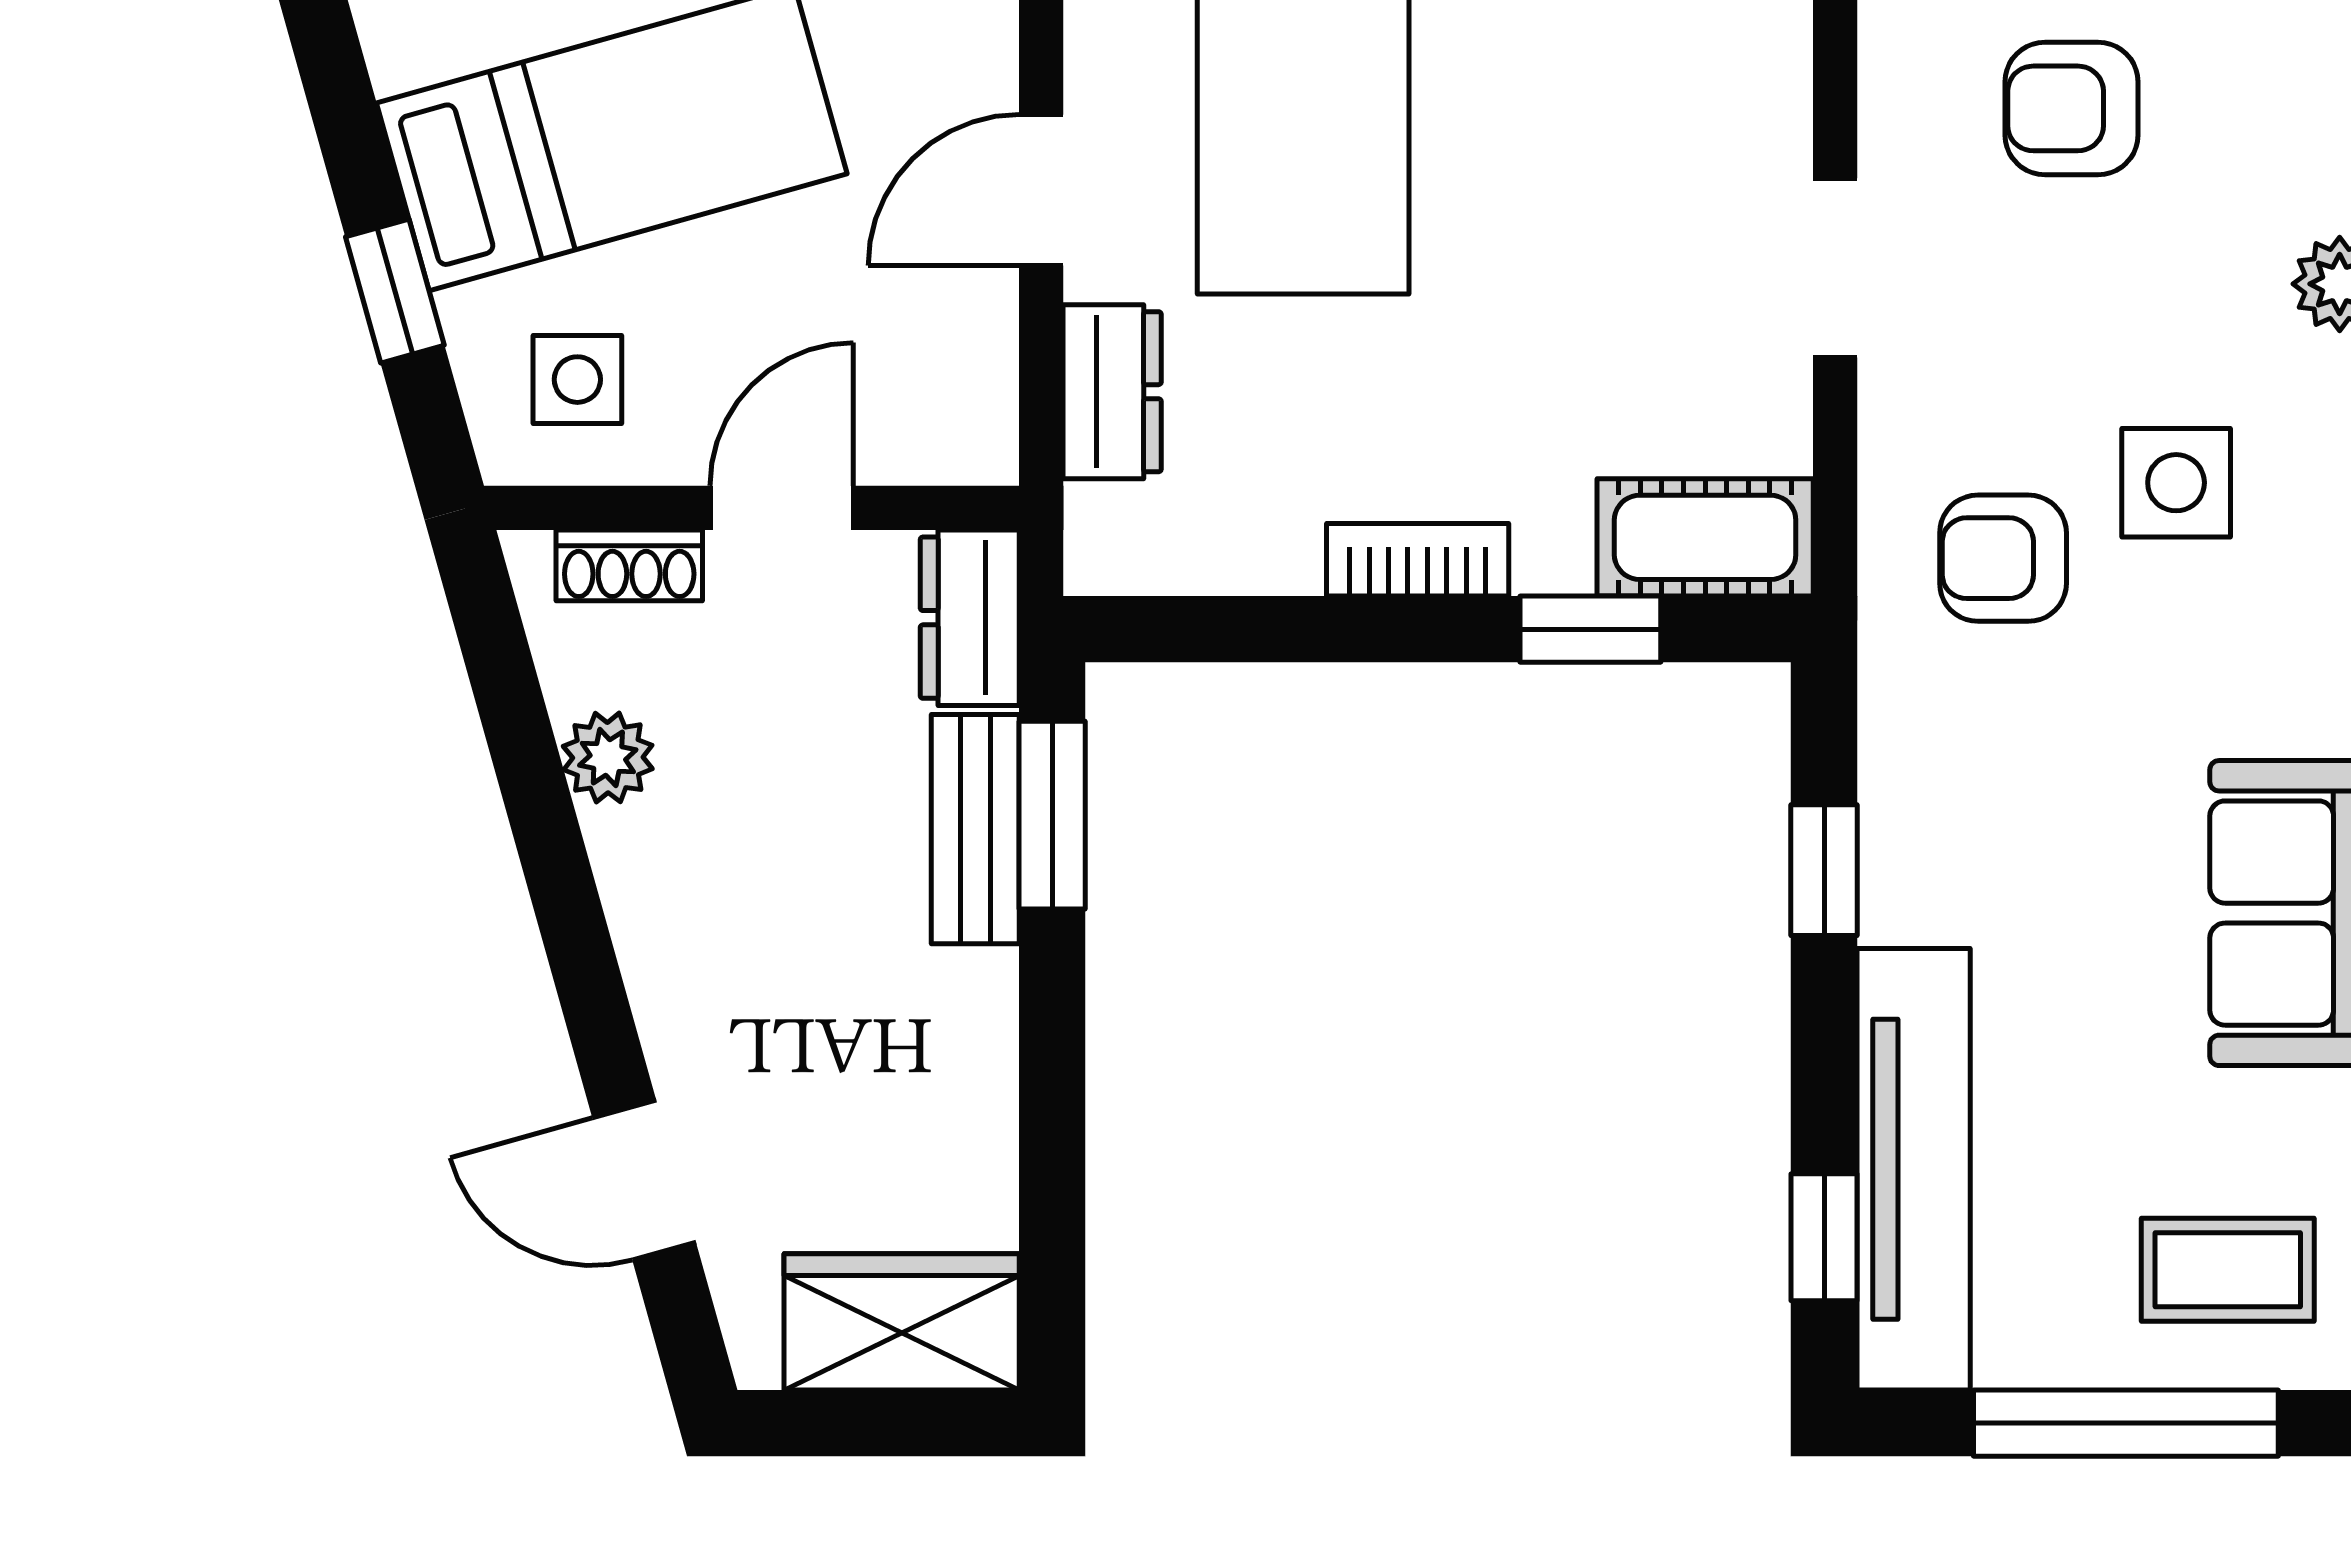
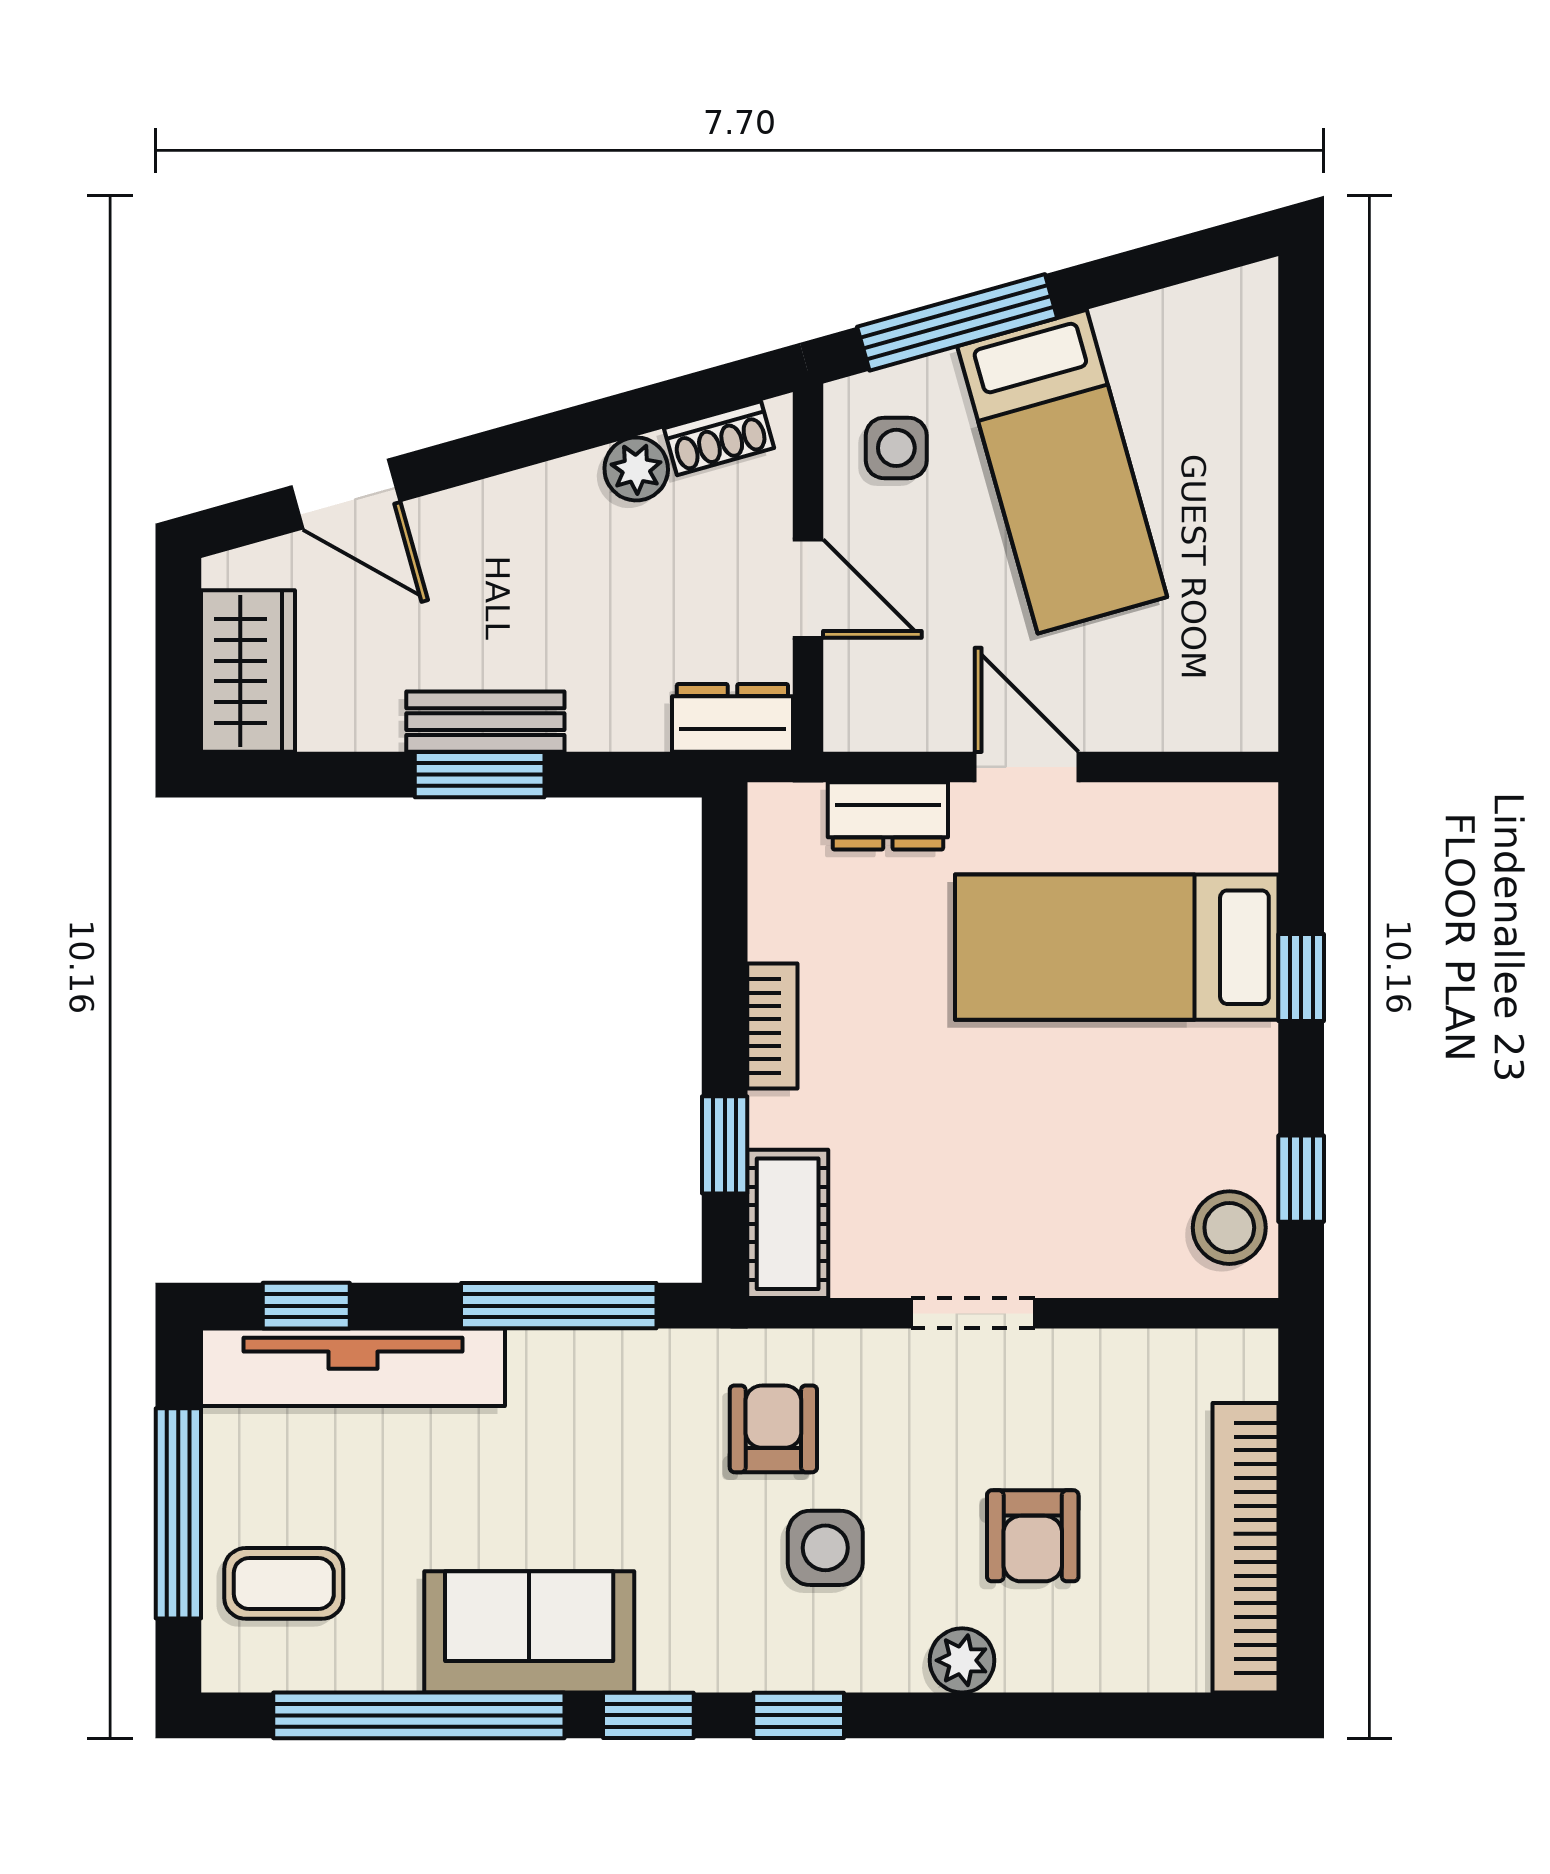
armchair: (2072, 108) -> (1033, 1536), moved, turned 180
window: (395, 291) -> (957, 322), width x2.17
shoe rack: (629, 565) -> (719, 438), moved, turned -106
window: (1052, 815) -> (480, 775), moved
bench: (975, 829) -> (485, 722), moved
window: (1824, 870) -> (559, 1306), width x2.17
door: (644, 1180) -> (345, 494), swing flipped
coffee table: (2228, 1270) -> (284, 1583), turned 90

